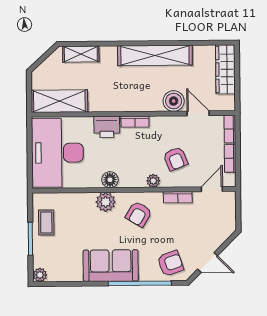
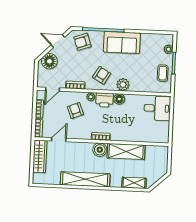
wardrobe: (225, 69) -> (40, 156), moved
shelving: (59, 101) -> (126, 151), moved
boiler: (174, 101) -> (100, 150), moved
door: (198, 113) -> (59, 140), swing flipped
printer: (107, 127) -> (104, 100), moved, turned 180
desk: (57, 153) -> (157, 108), width x0.53, depth x0.77
floor lamp: (219, 231) -> (49, 61), added
plant: (40, 275) -> (168, 49), moved

